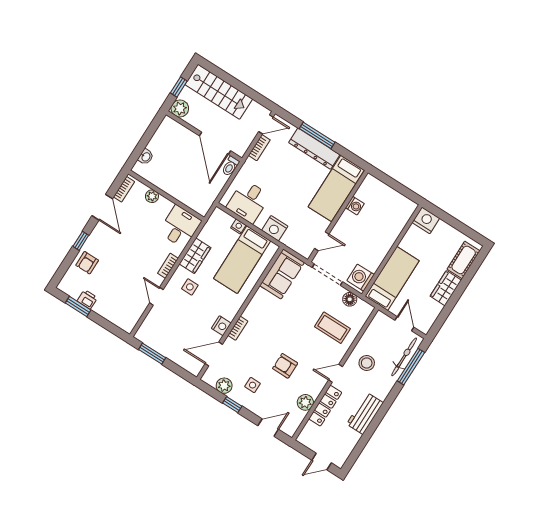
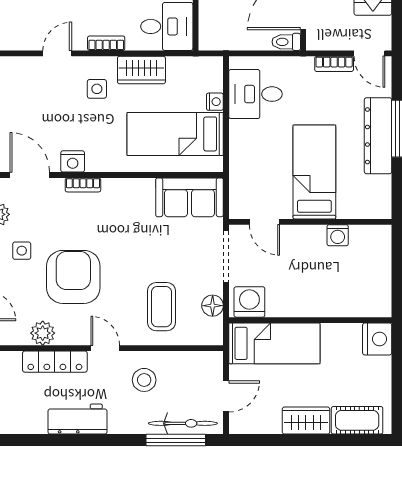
bed: (336, 188) -> (314, 172), moved, turned 90
nightstand: (275, 228) -> (243, 150), removed
armchair: (285, 366) -> (73, 277), width x1.88, depth x1.88

